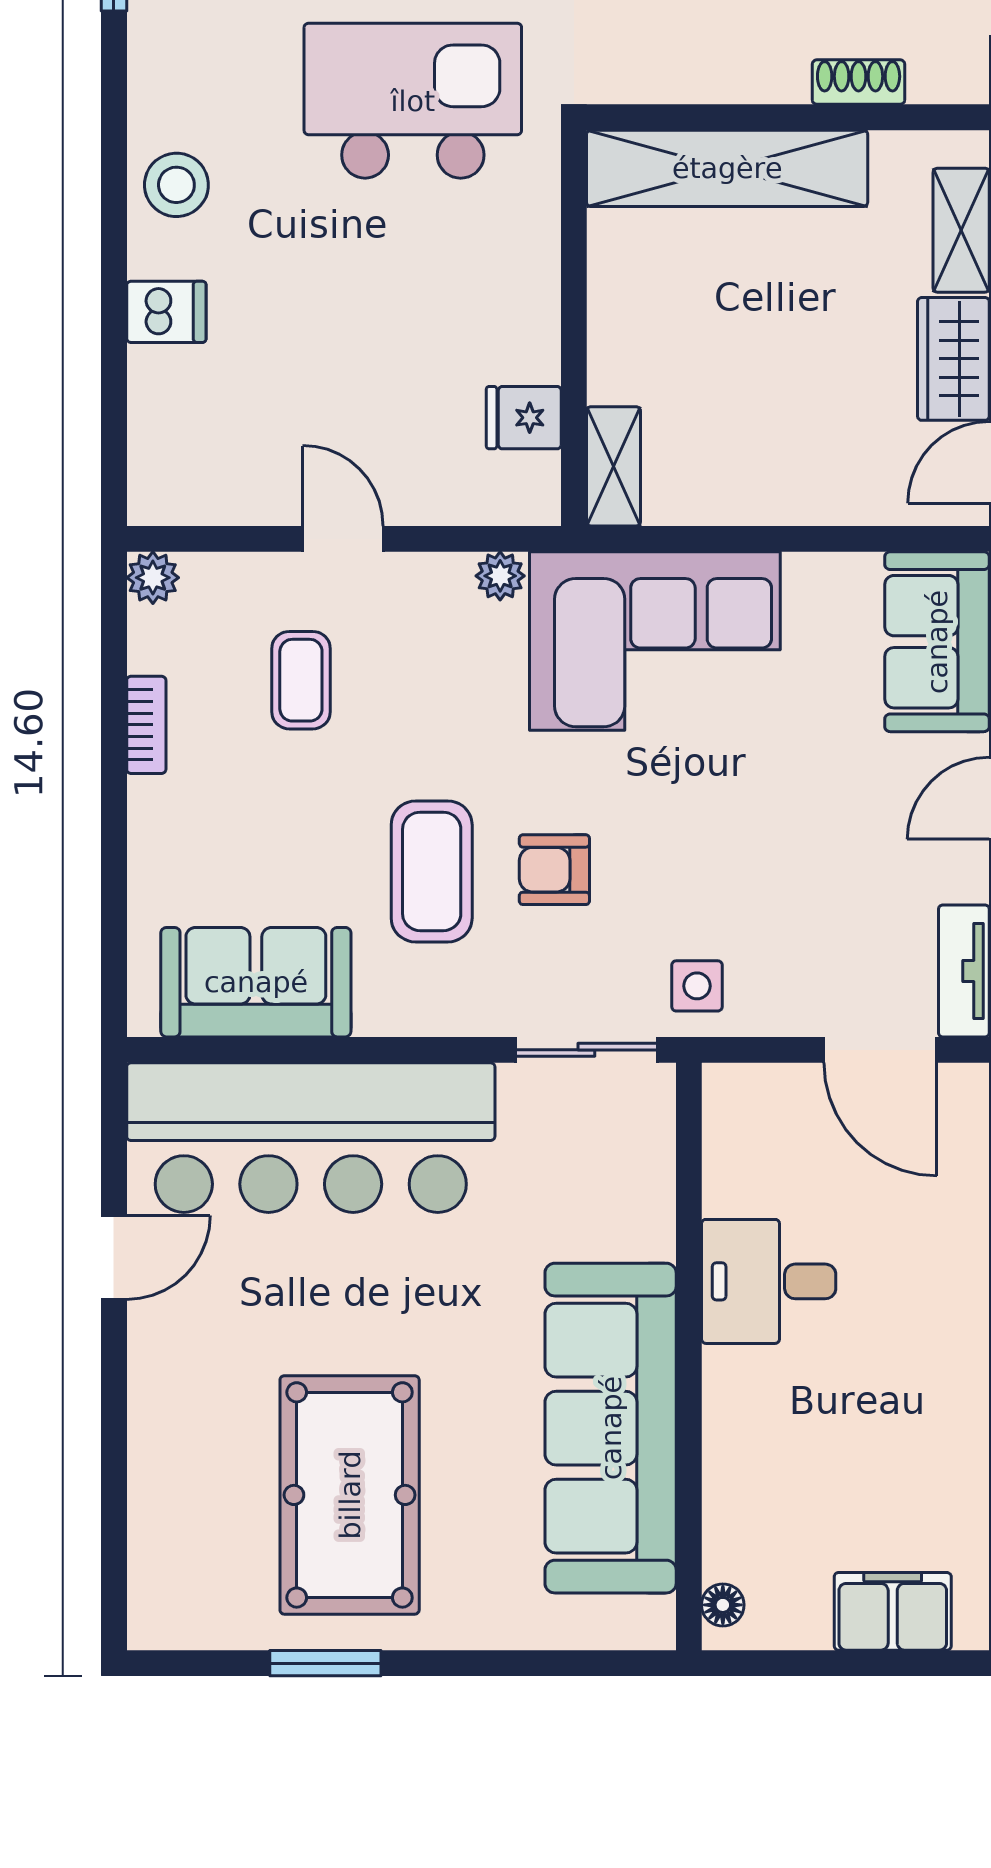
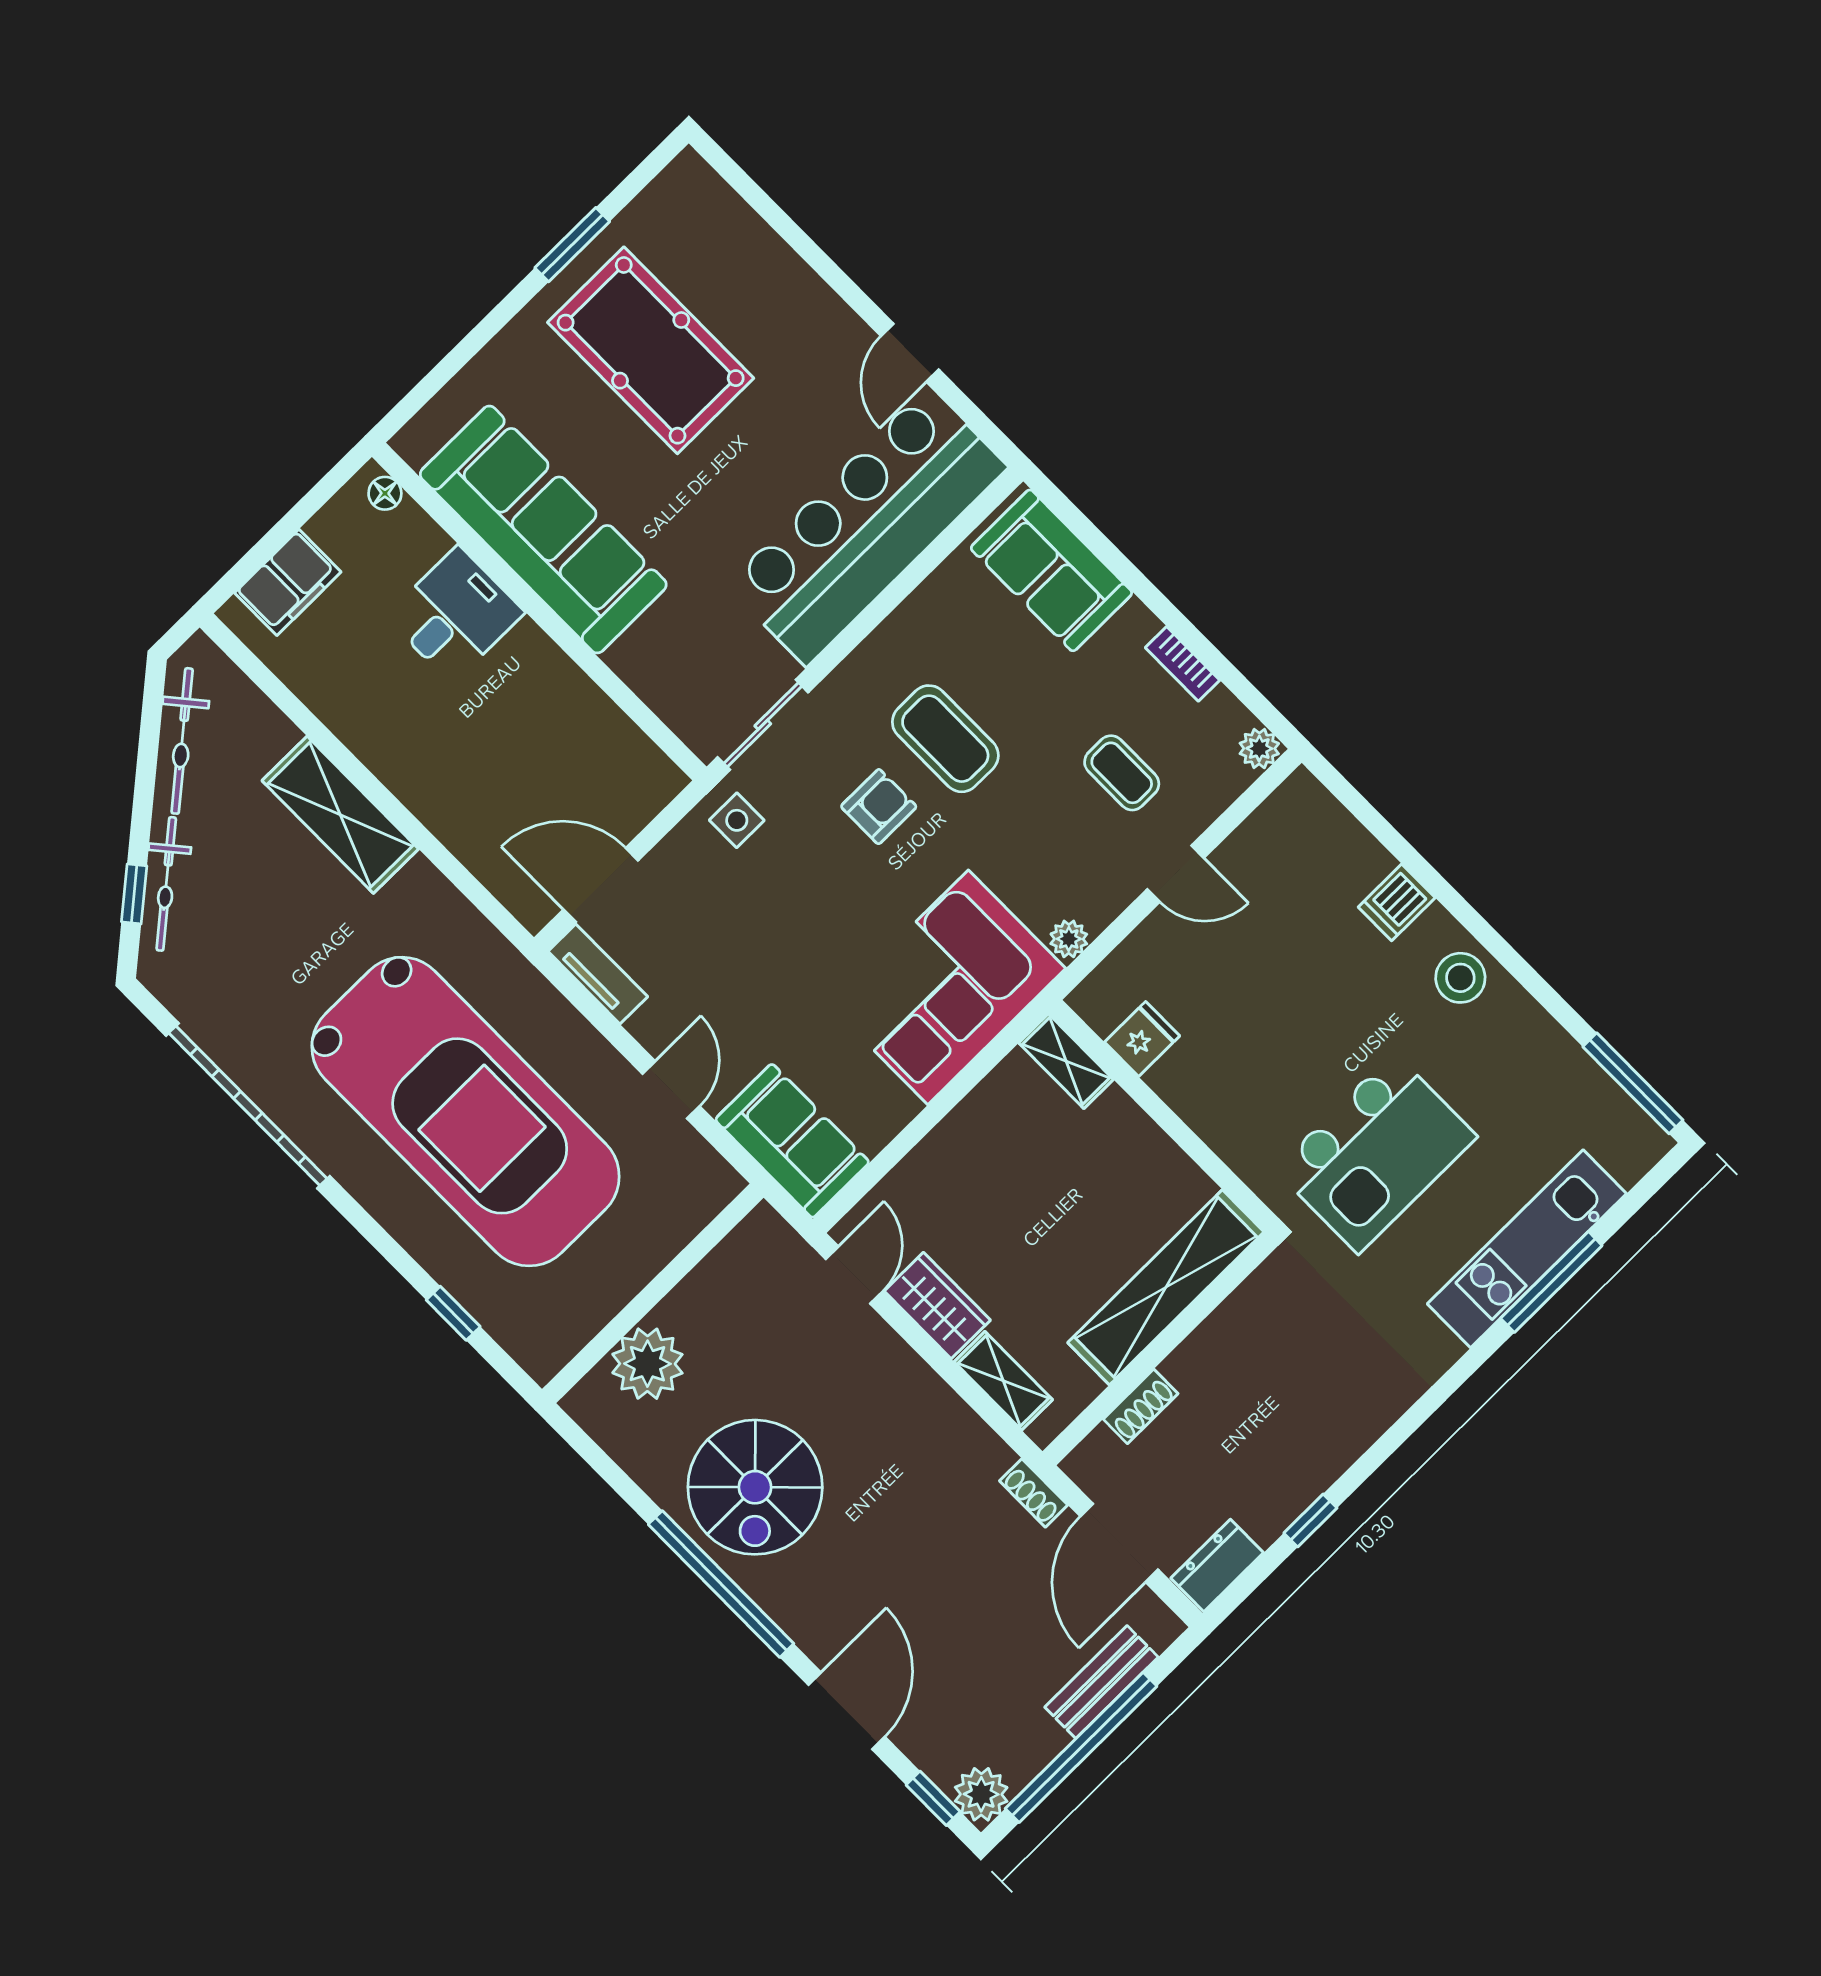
sofa: (256, 982) -> (1051, 570), moved, turned 90
desk: (769, 1281) -> (455, 615), moved

